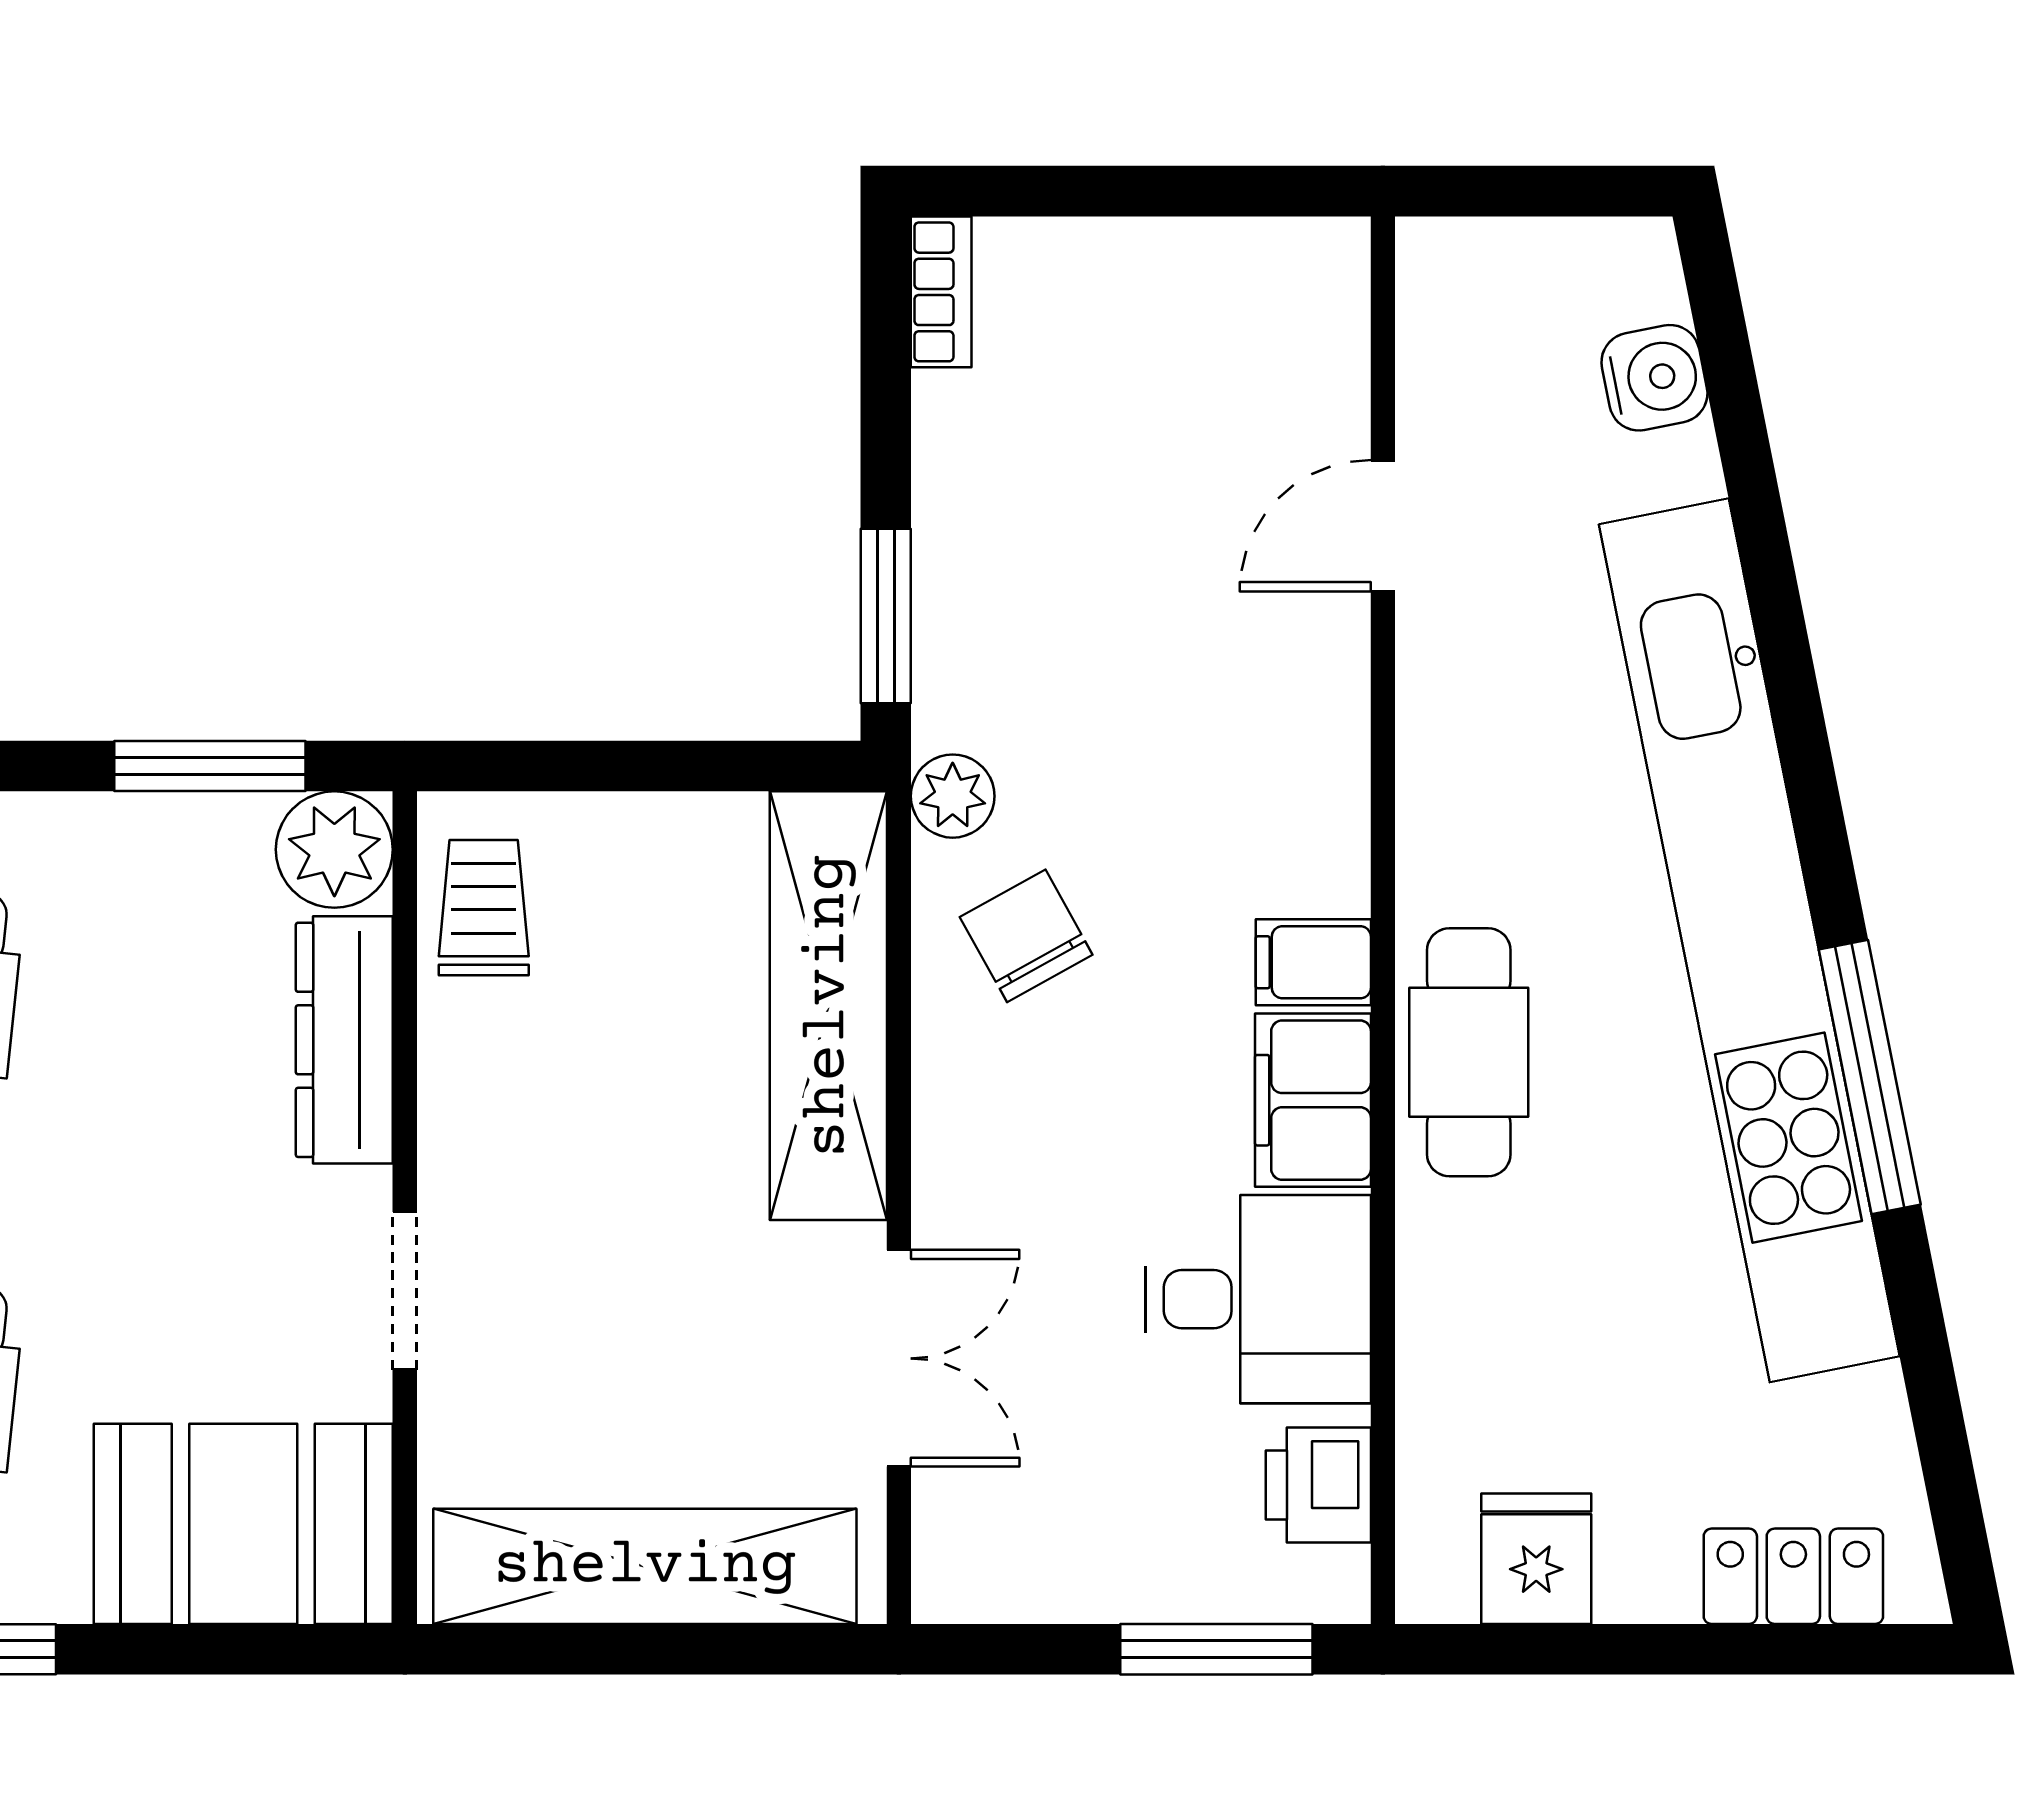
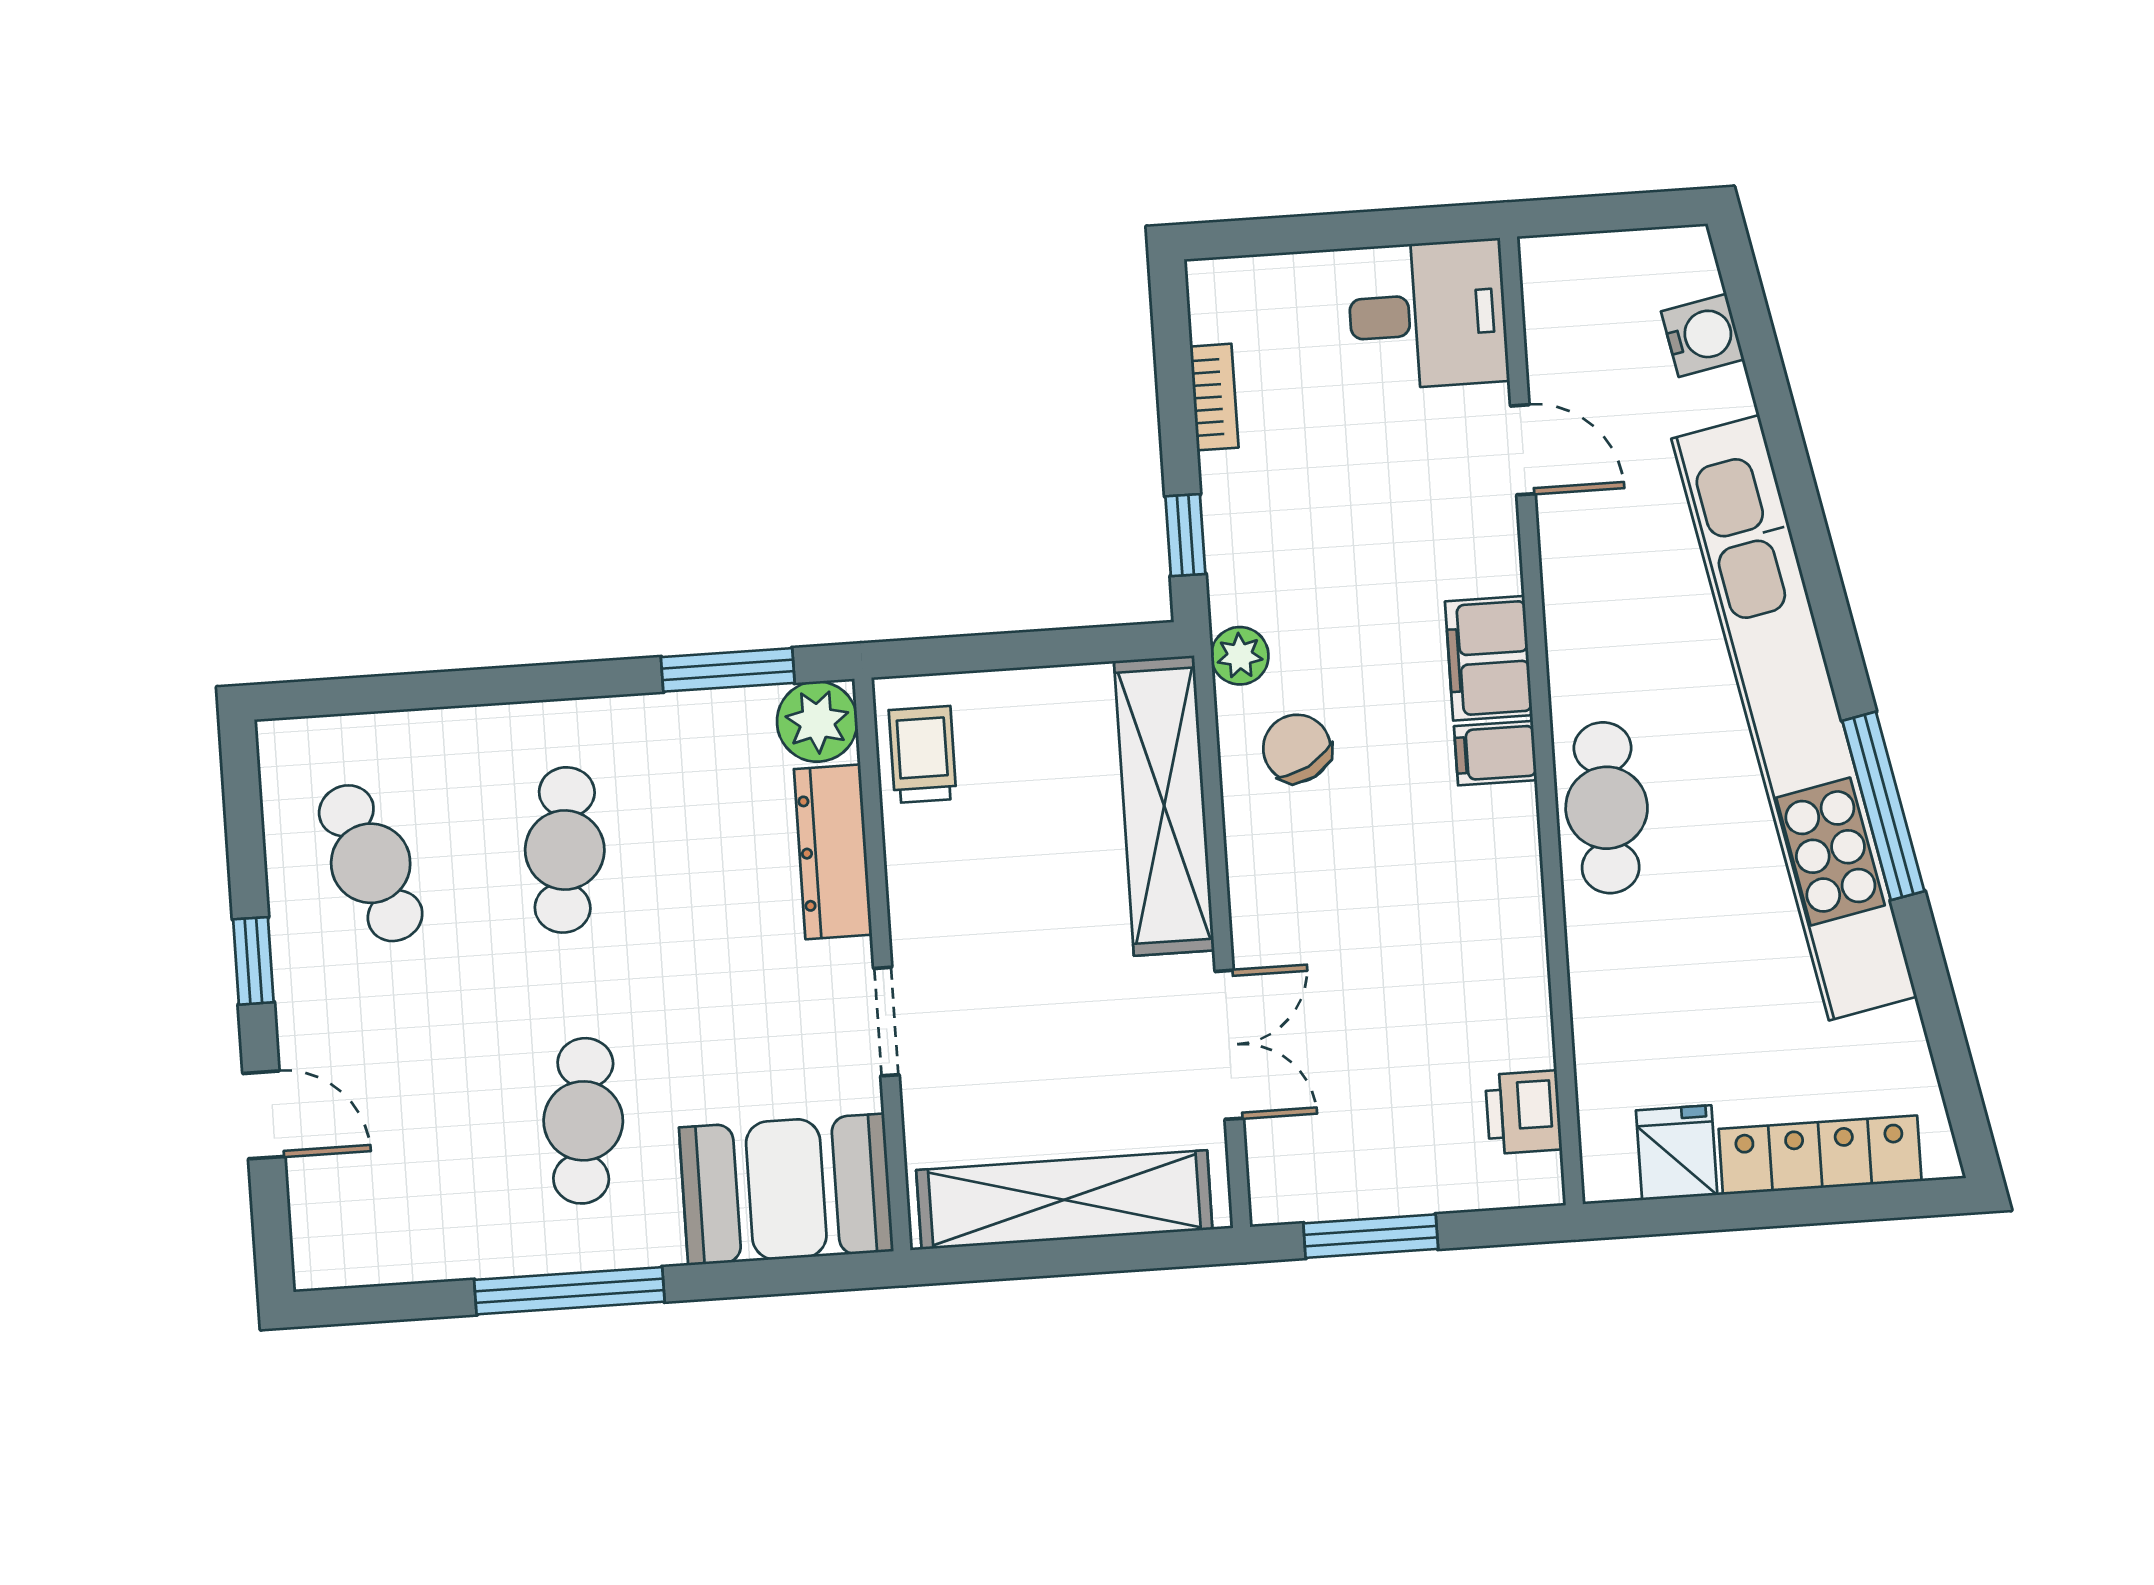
bookcase: (941, 292) -> (1214, 397), moved
door: (1383, 526) -> (1523, 450), swing flipped
window: (886, 616) -> (1185, 535), width x0.67
filing cabinet: (1313, 1100) -> (1489, 658), moved
desk: (1258, 1299) -> (1428, 315), moved
locker: (1793, 1576) -> (1820, 1155), width x1.53
window: (1216, 1649) -> (1371, 1236), moved

